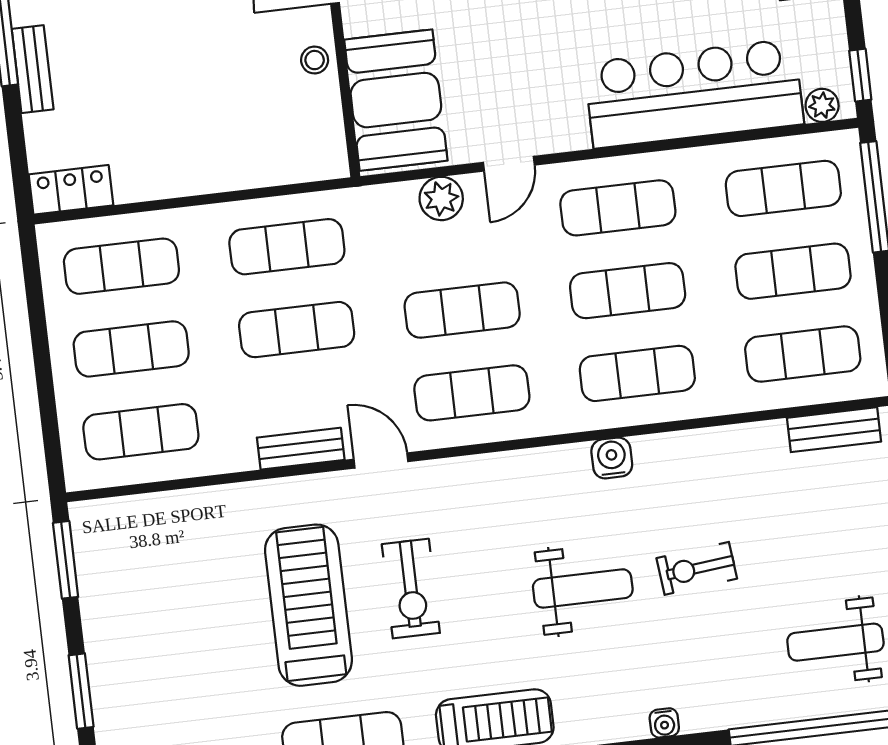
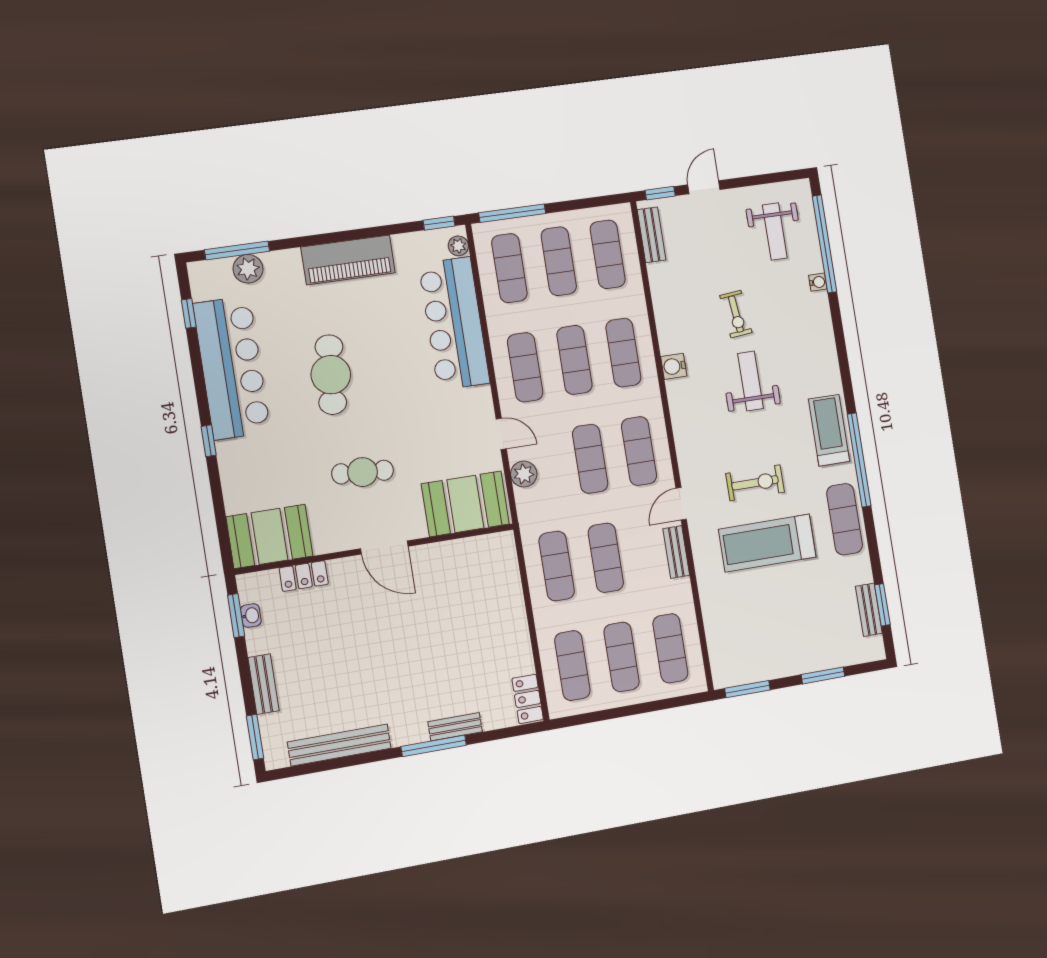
stool: (315, 60) -> (443, 555), removed
water cooler: (664, 723) -> (818, 282), moved

